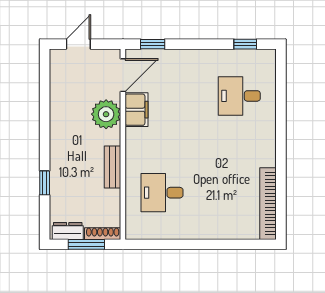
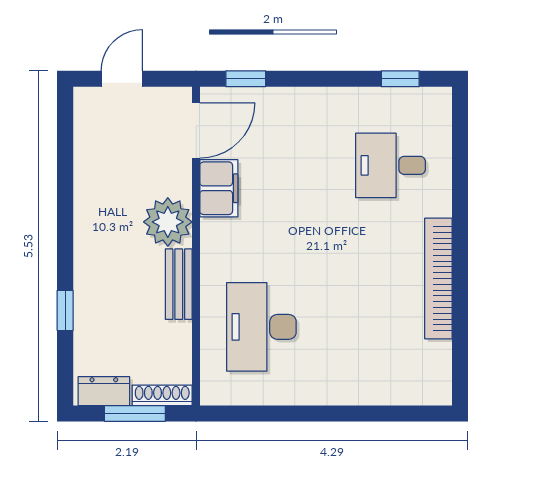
plant: (106, 114) -> (168, 222), moved
desk: (162, 193) -> (261, 327), width x1.37
bookcase: (268, 204) -> (438, 279), moved

